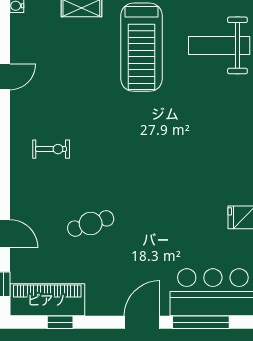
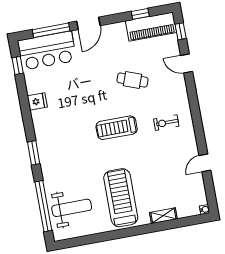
treadmill: (128, 155) -> (117, 128), added
cafe table: (91, 223) -> (132, 80), turned 38

